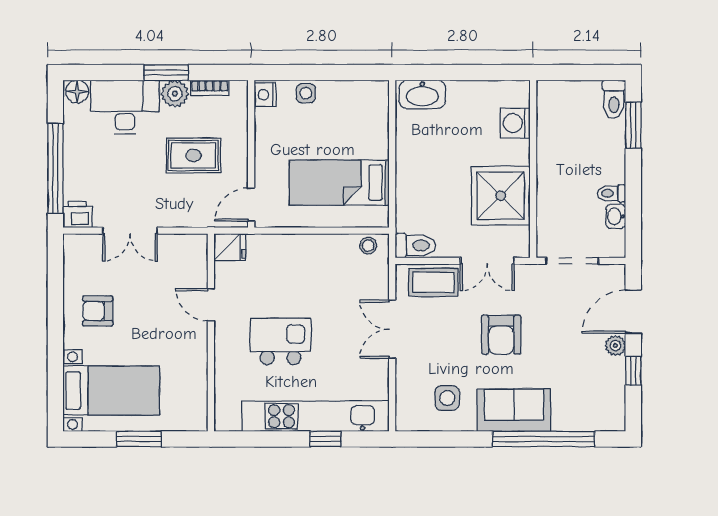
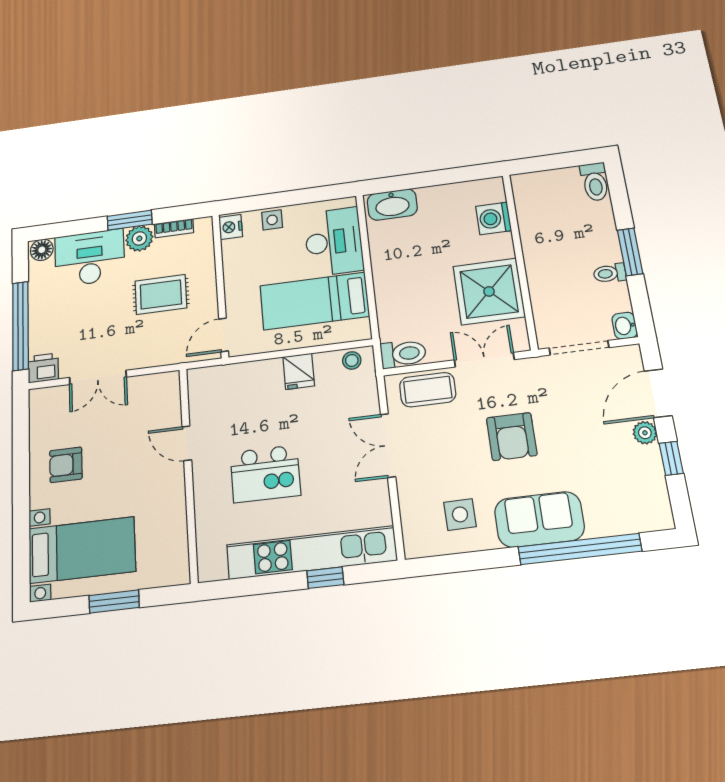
desk: (363, 125) -> (334, 242), added
window: (633, 125) -> (630, 252), moved
washbasin: (616, 216) -> (625, 326), moved
fridge: (230, 247) -> (299, 371), moved, turned 90
double door: (487, 261) -> (484, 360), swing flipped
kitchen island: (280, 341) -> (265, 474), turned 180

